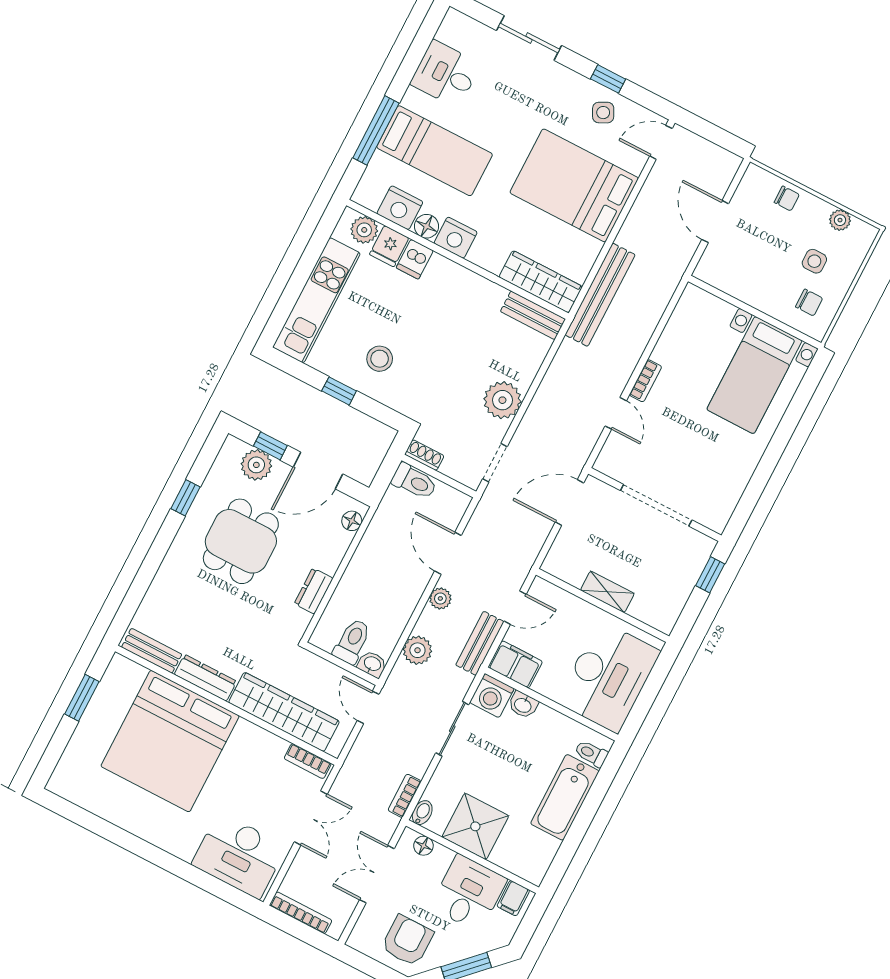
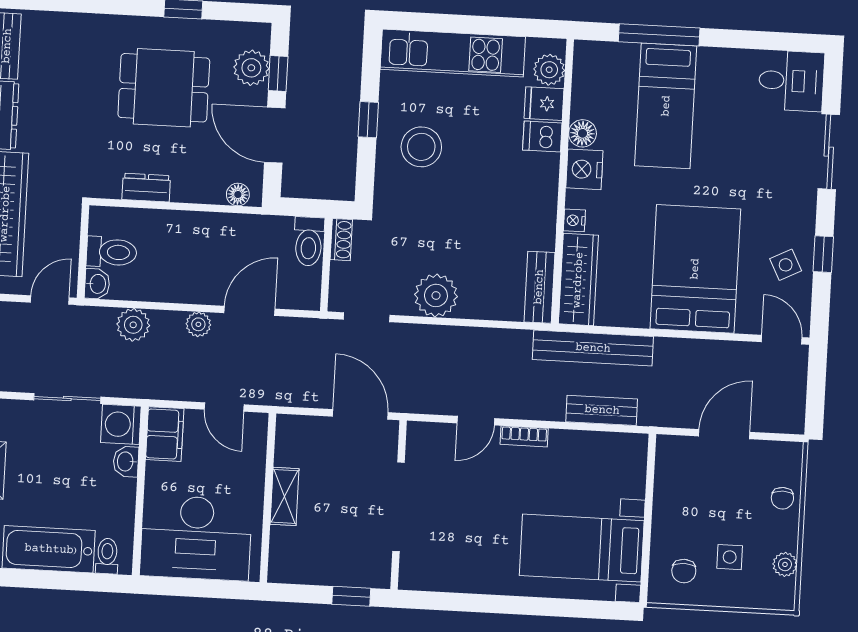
desk: (445, 74) -> (791, 81), moved, turned 90
nightstand: (400, 208) -> (574, 220), moved, width x0.53, depth x0.56
stool: (380, 359) -> (421, 147), width x1.38, depth x1.38
bench: (480, 643) -> (602, 410), moved

